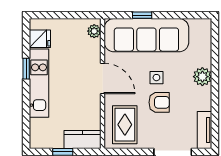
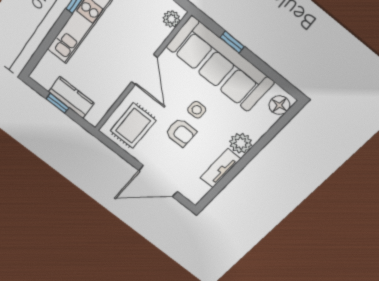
floor lamp: (204, 31) -> (279, 105), added
tv unit: (205, 130) -> (220, 168), moved
kitchen counter: (83, 139) -> (71, 98), moved

